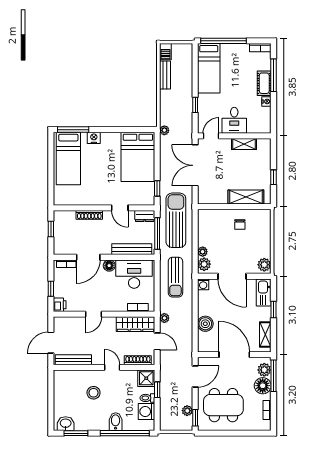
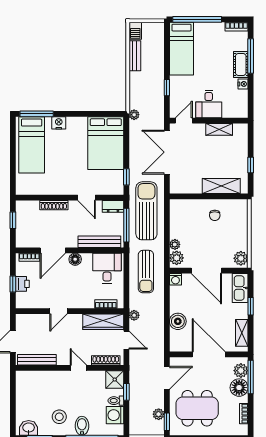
desk: (134, 274) -> (107, 268), width x0.73
printer: (60, 305) -> (22, 284), moved
stool: (94, 393) -> (59, 417), moved

